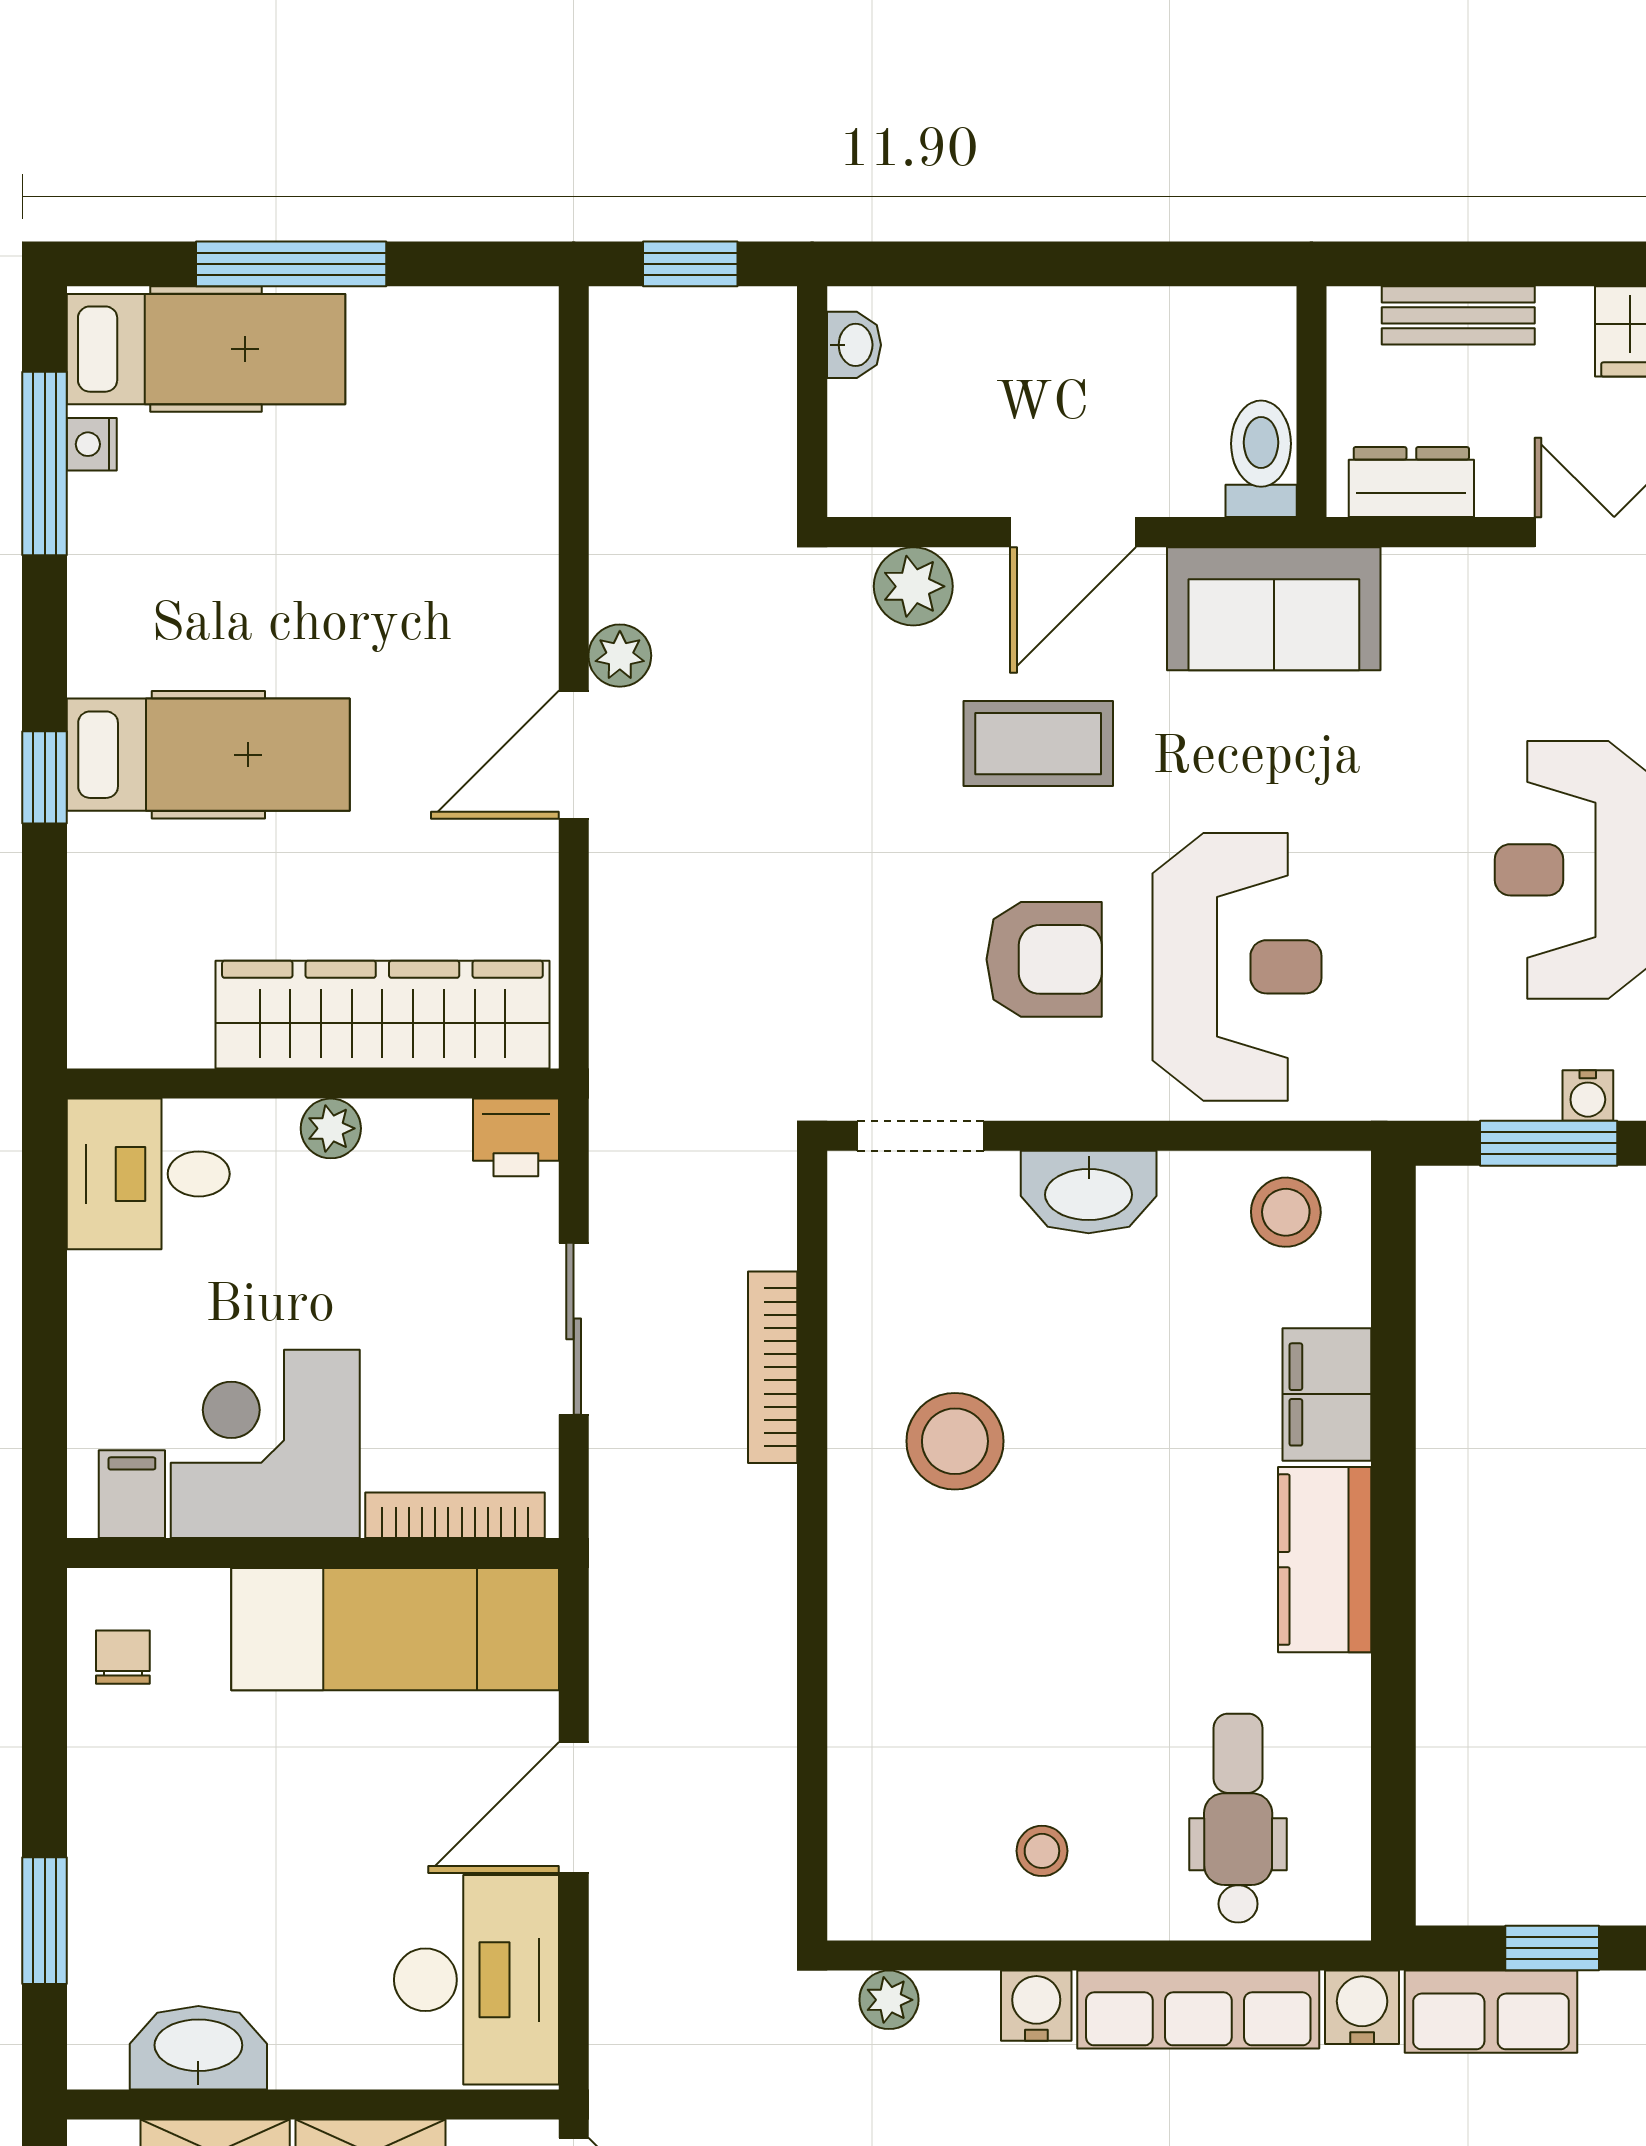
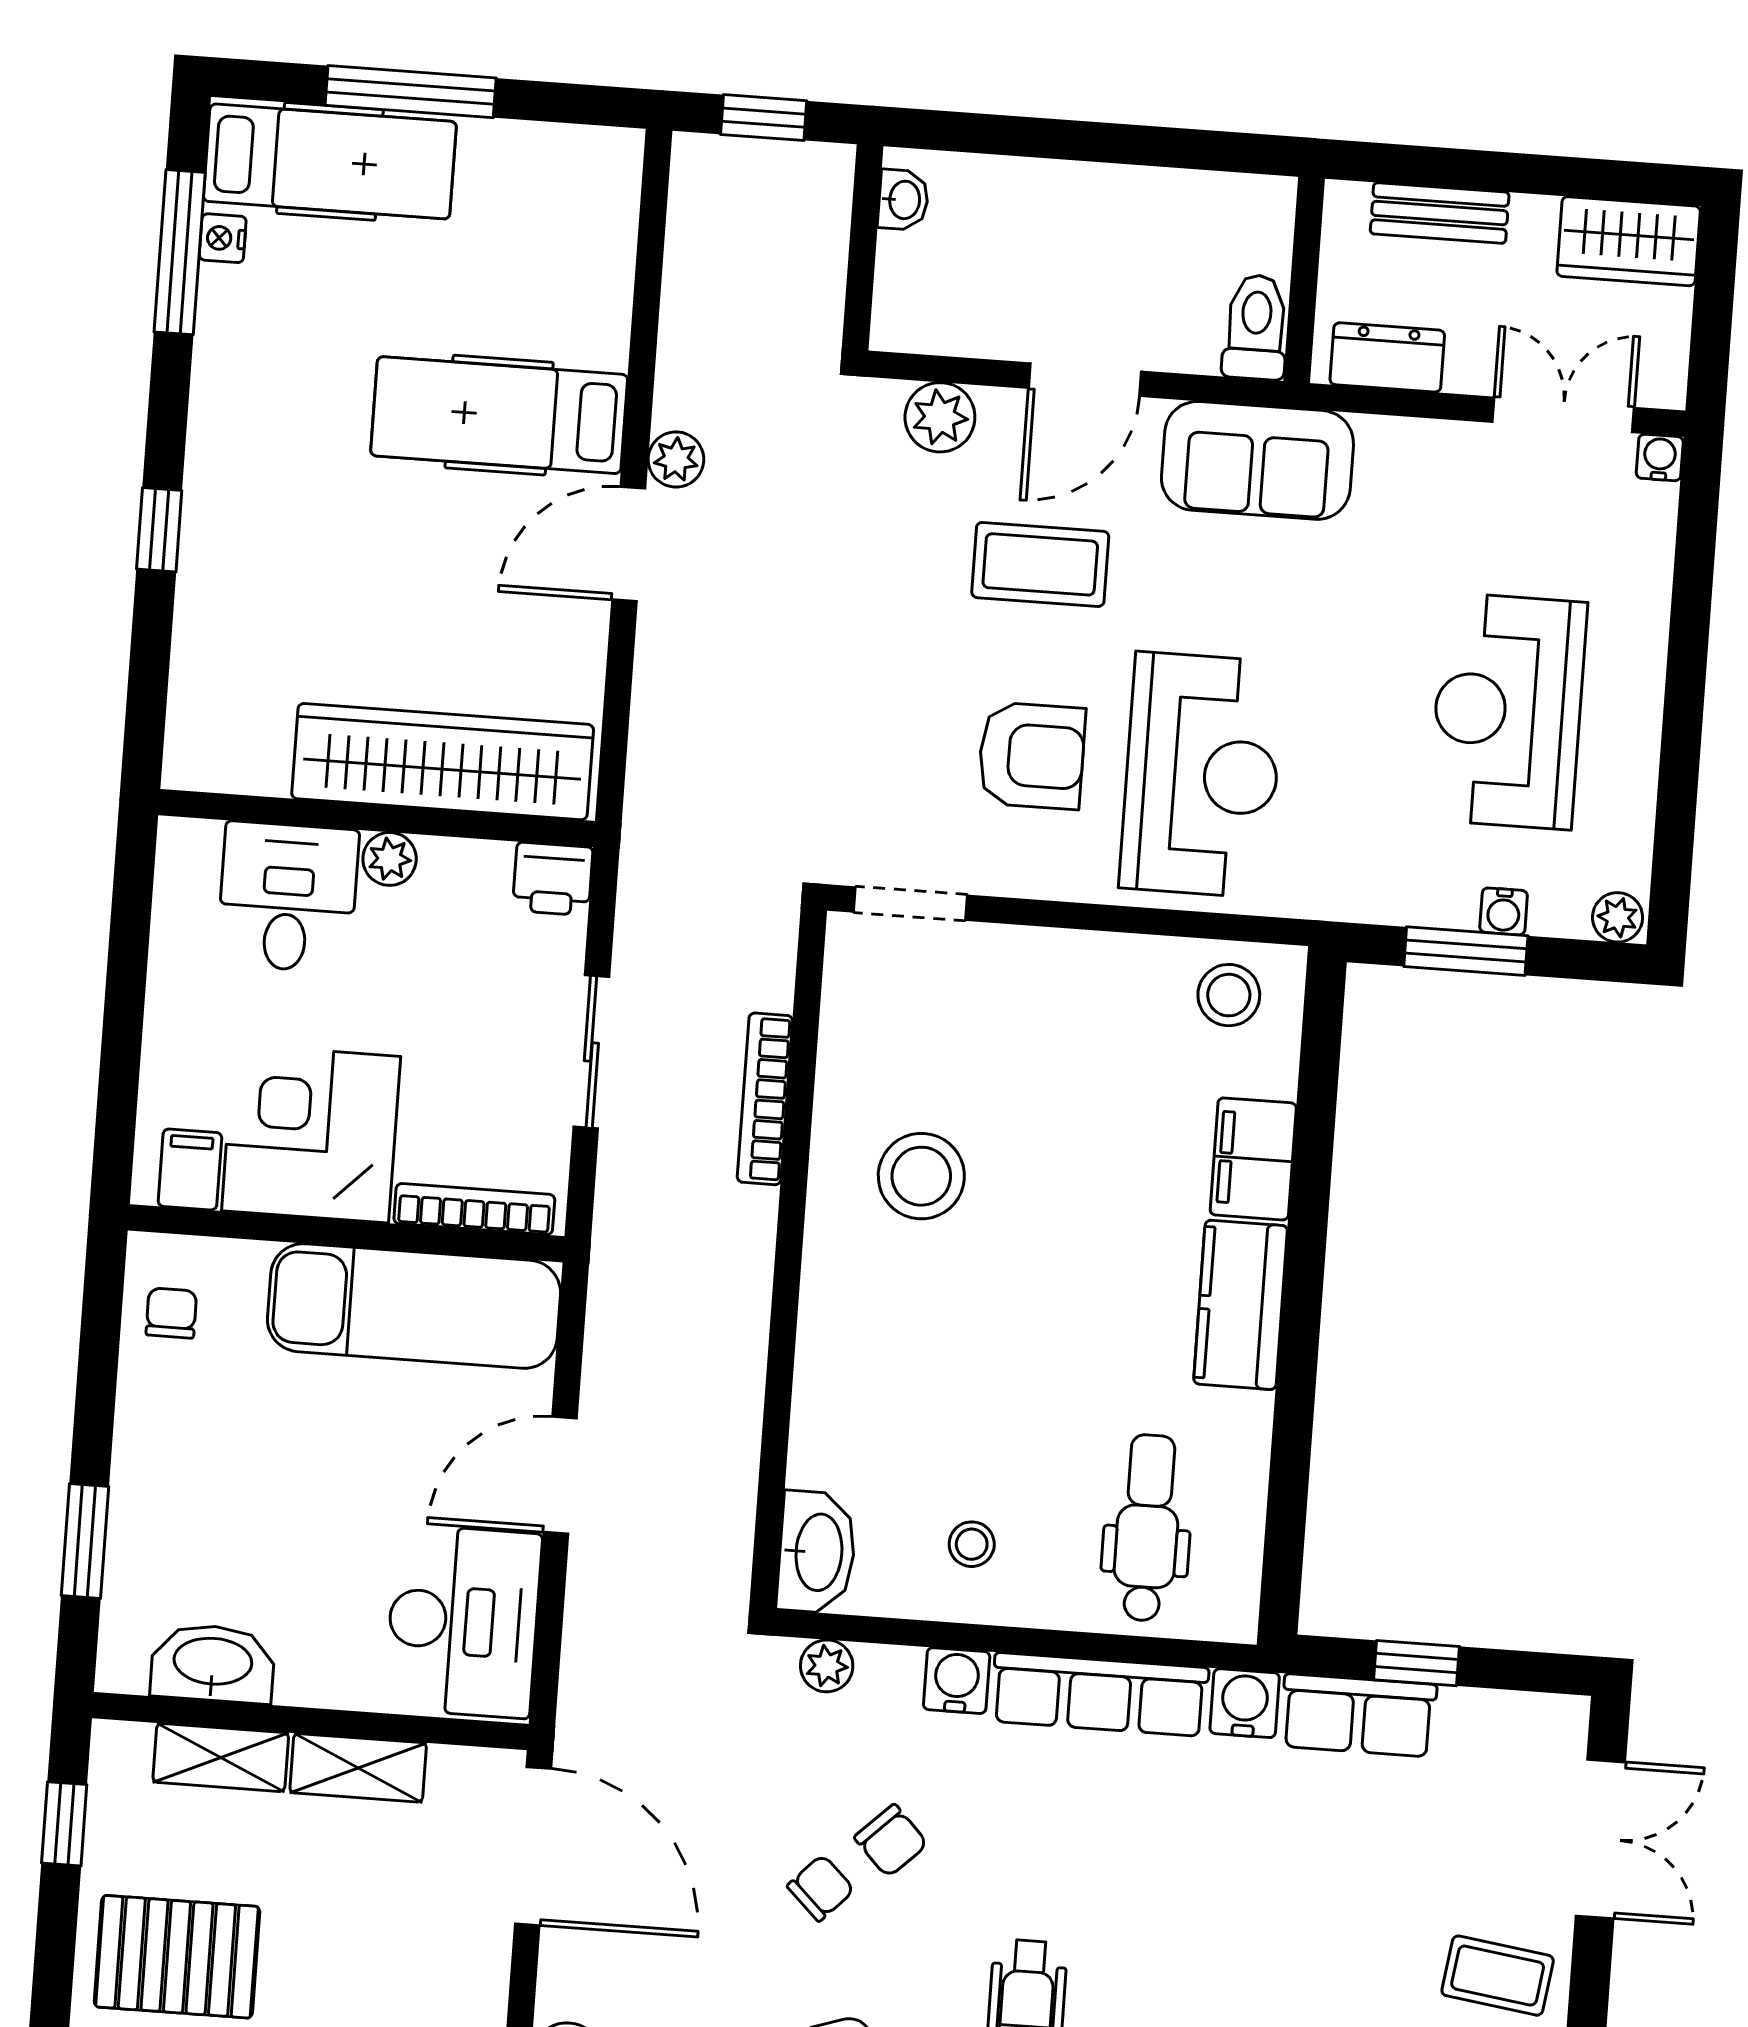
hospital bed: (208, 755) -> (499, 415), moved, turned 180
desk: (148, 1174) -> (288, 897), moved, turned 90
washbasin: (1089, 1192) -> (817, 1552), moved, turned -90

